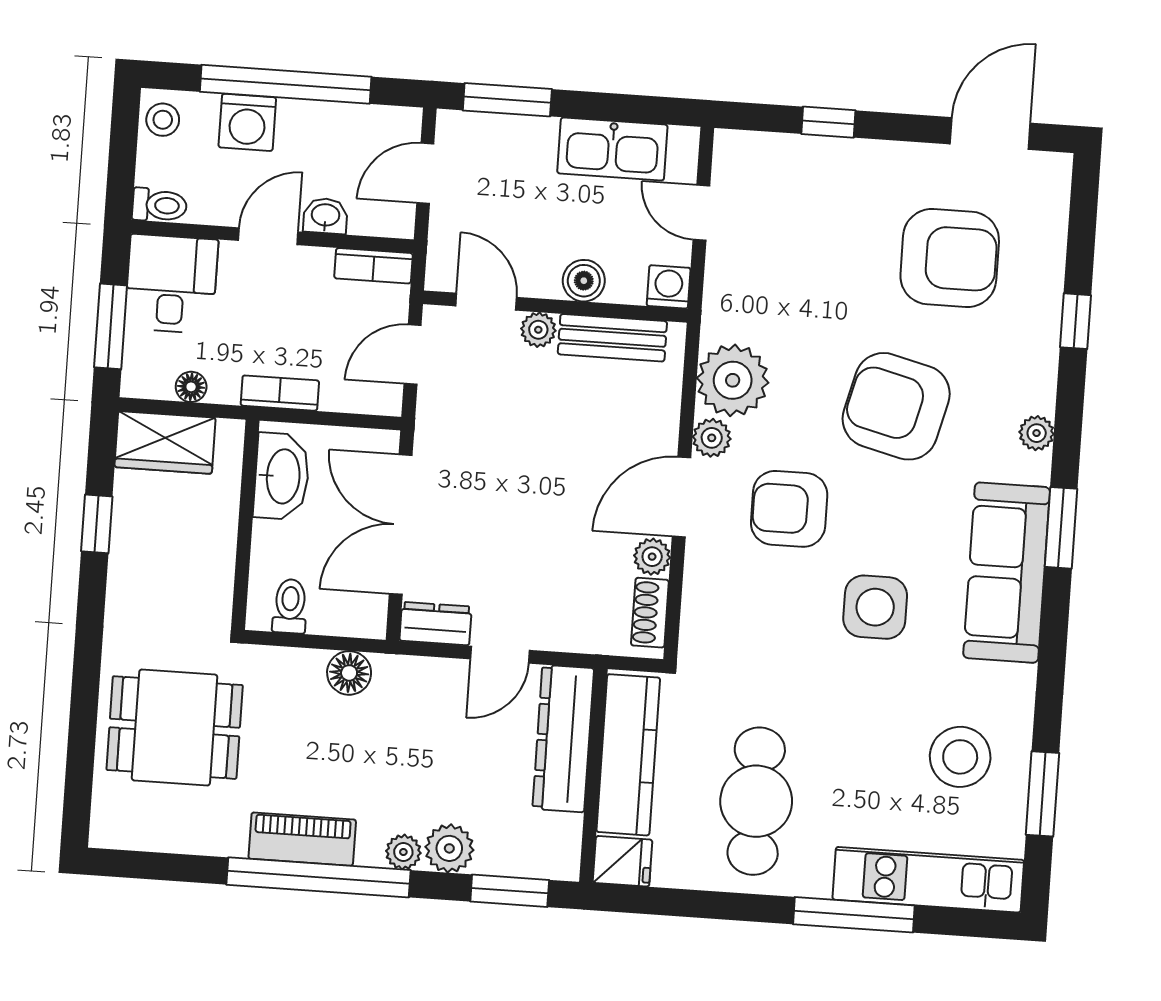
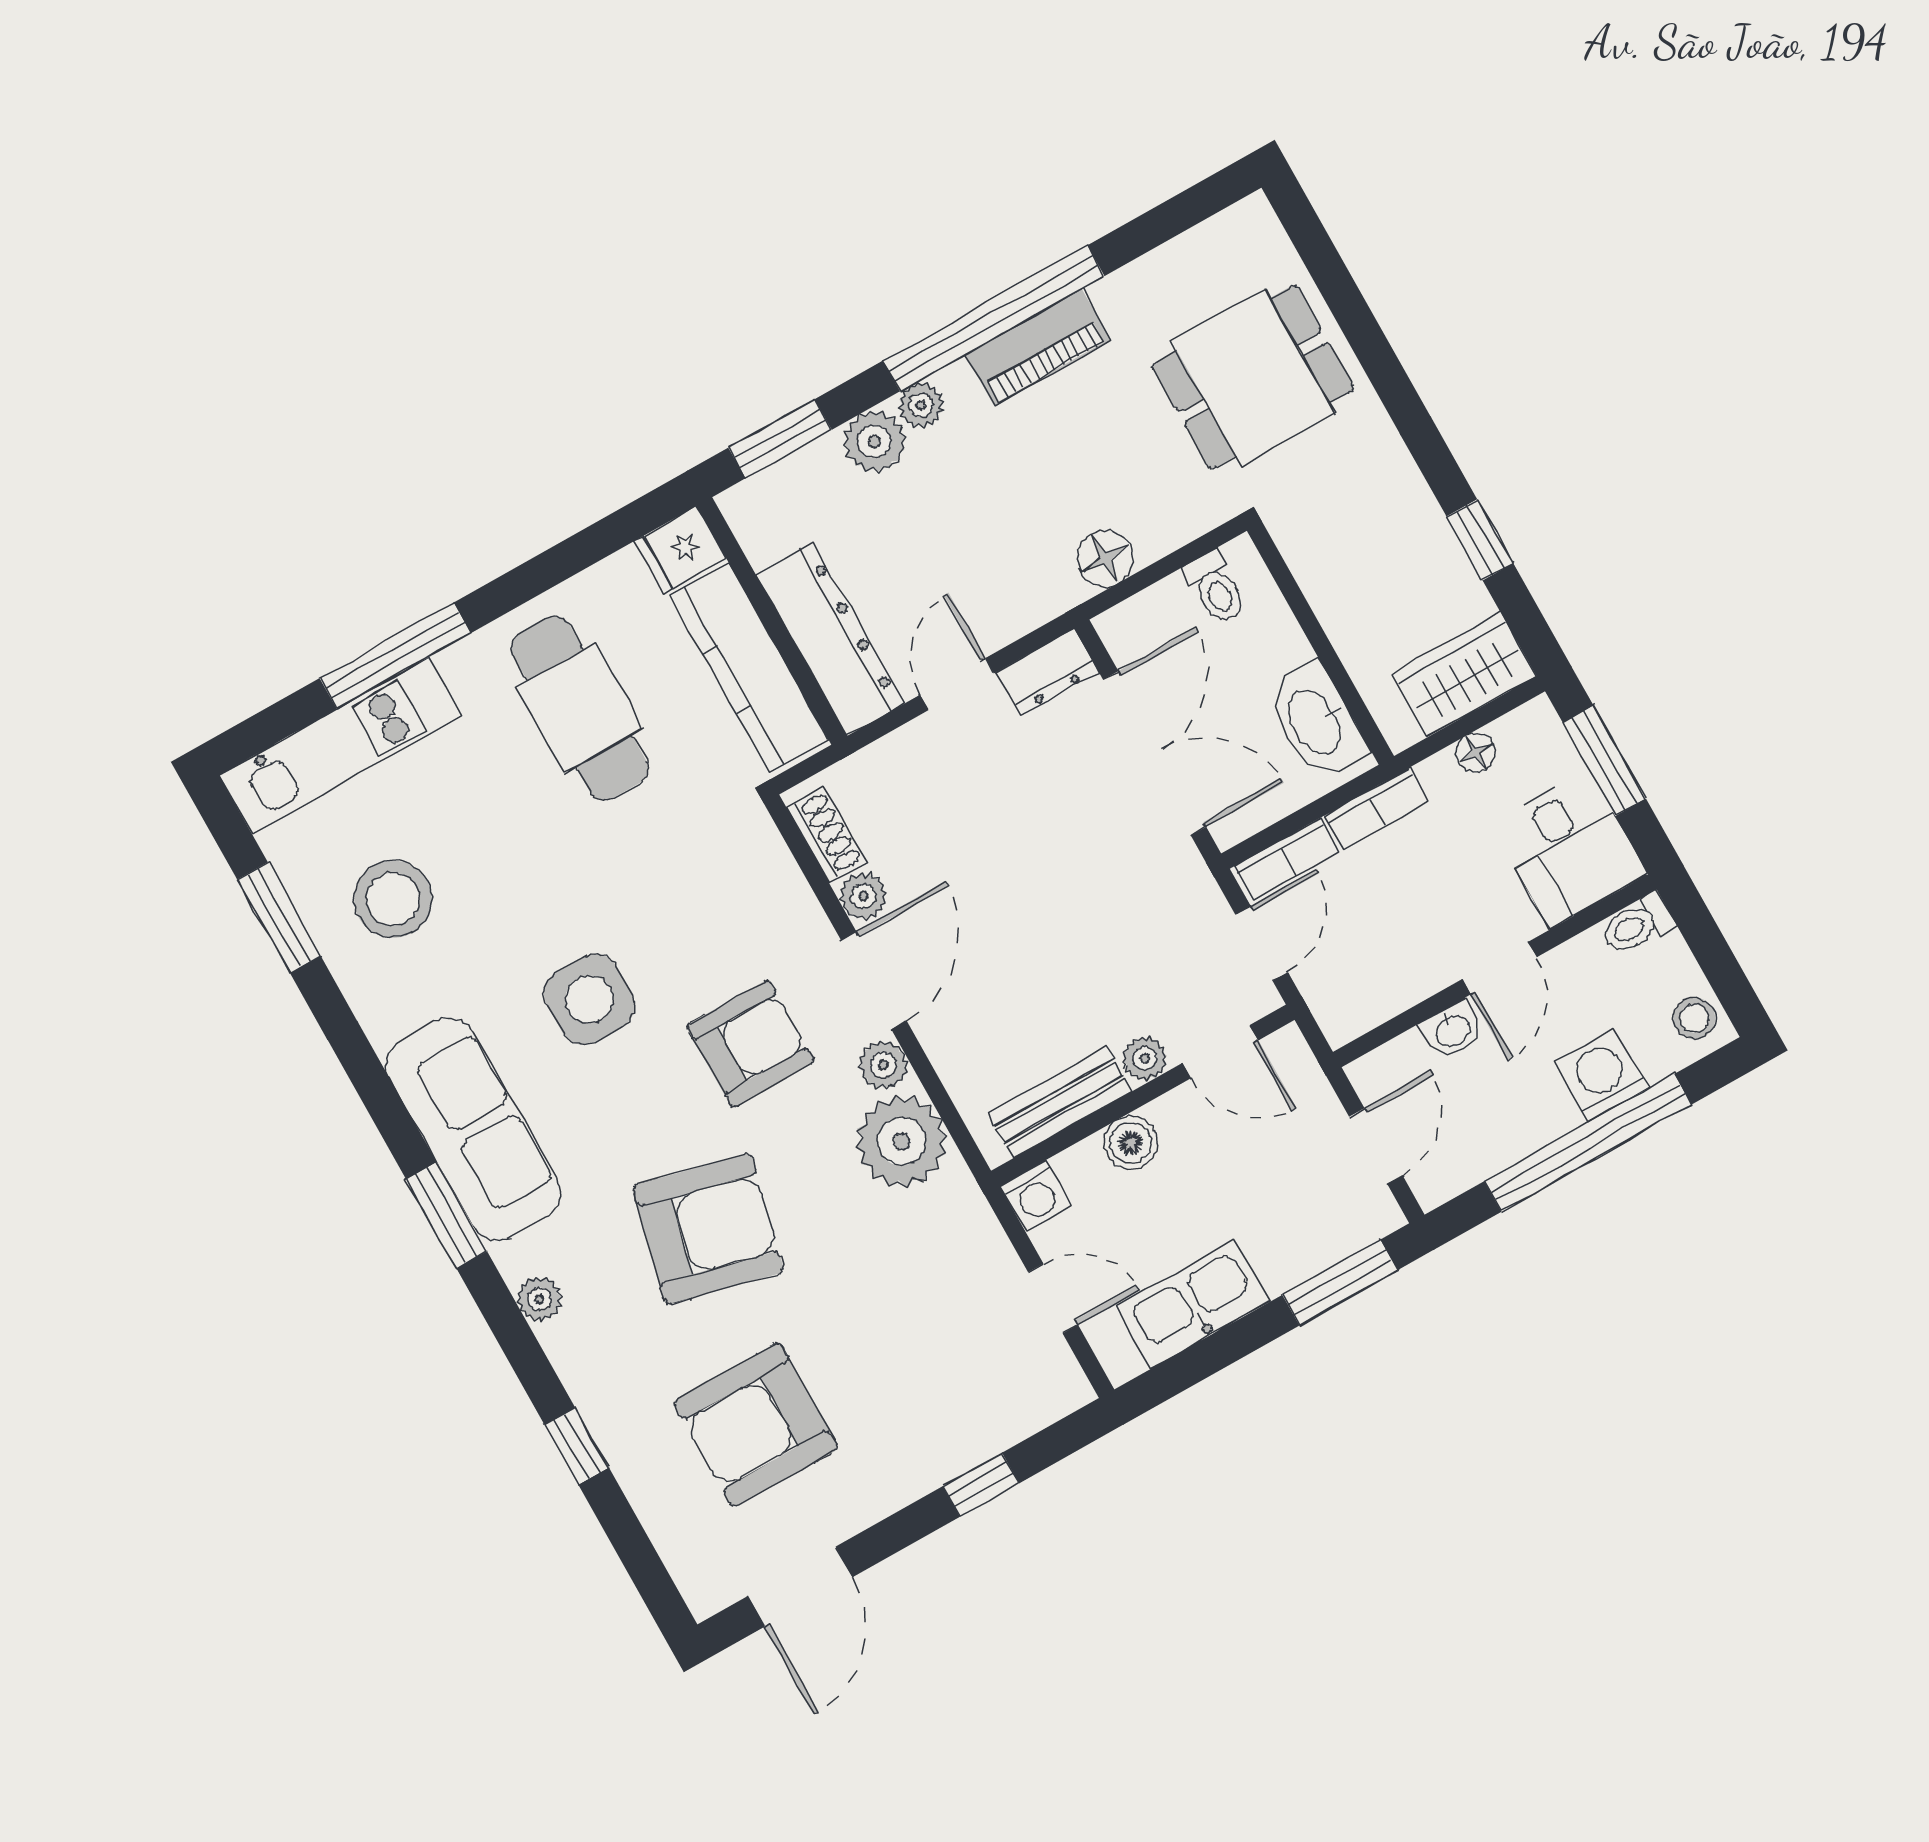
bookcase: (373, 266) -> (1287, 859), moved, turned 180

